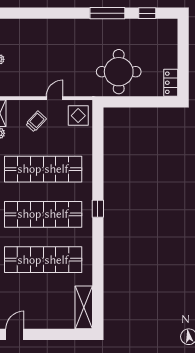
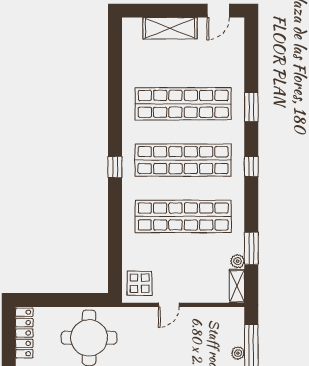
locker: (171, 83) -> (24, 333), width x1.53
trolley: (36, 121) -> (192, 276), removed
shelving: (84, 307) -> (170, 28), moved, turned 90

